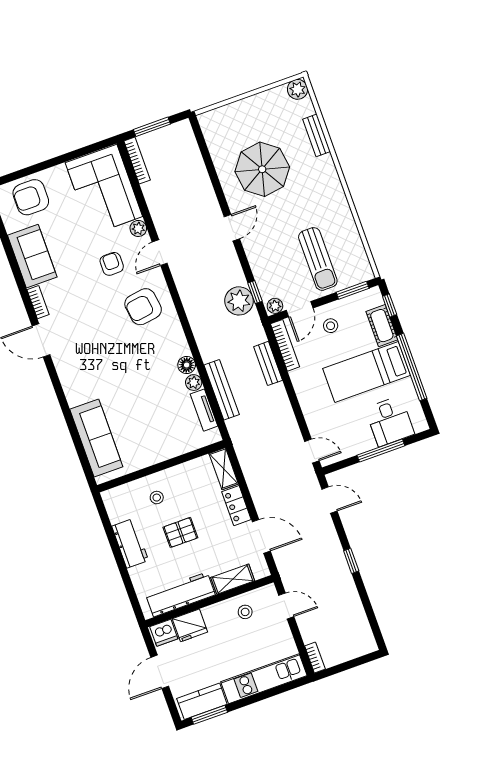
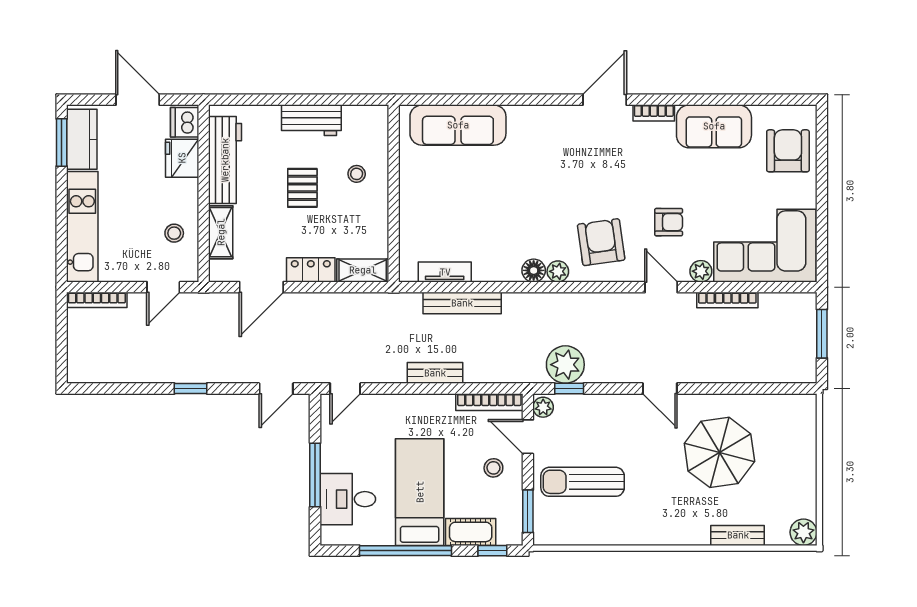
bookcase: (137, 161) -> (727, 300), moved
bench: (268, 363) -> (435, 373), moved
floor lamp: (187, 365) -> (534, 270), moved
plant: (194, 383) -> (558, 271), moved
bookcase: (315, 658) -> (97, 300), width x1.56

